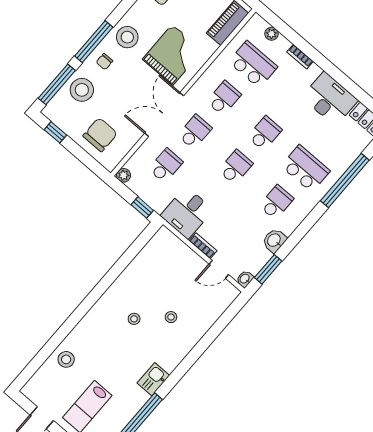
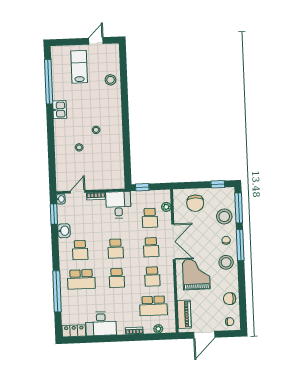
grand piano: (173, 55) -> (196, 274), turned 180
plant: (124, 175) -> (166, 207), moved

